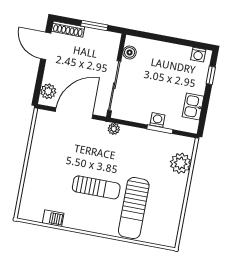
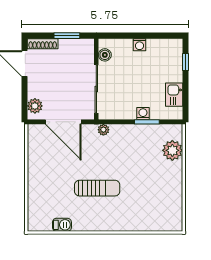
washing machine: (198, 55) -> (139, 45), moved
door: (74, 113) -> (63, 122), swing flipped
sun lounger: (134, 208) -> (136, 201), removed

